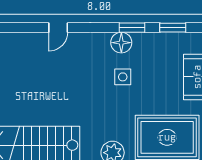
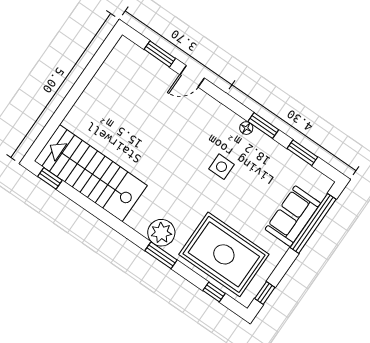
window: (24, 28) -> (160, 54), added
floor lamp: (121, 43) -> (246, 128), width x0.53, depth x0.53

